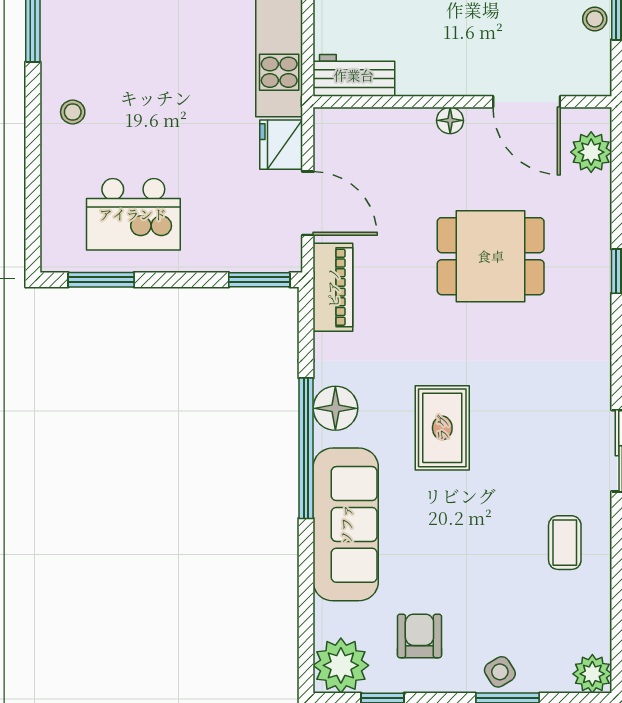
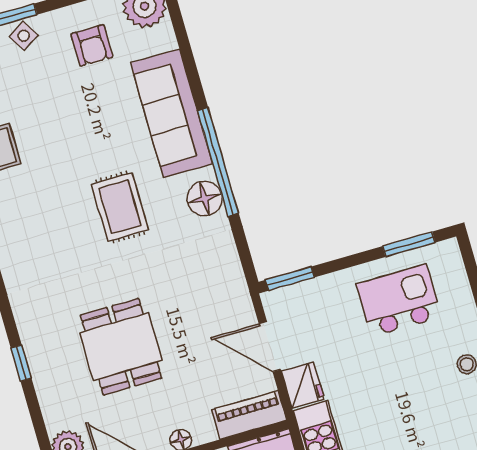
dining table: (491, 256) -> (121, 347), turned 90
piano: (333, 287) -> (249, 415), moved, turned 90

